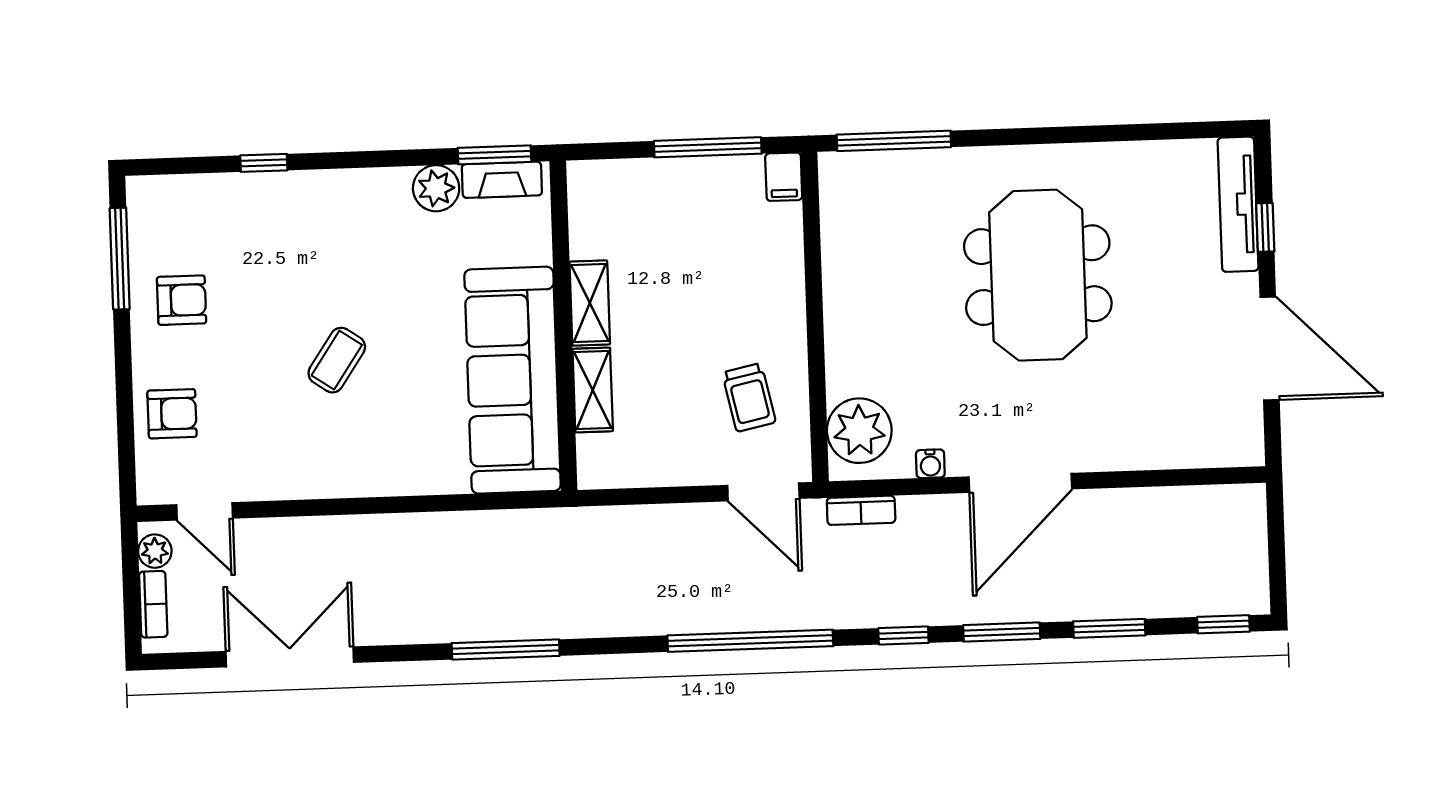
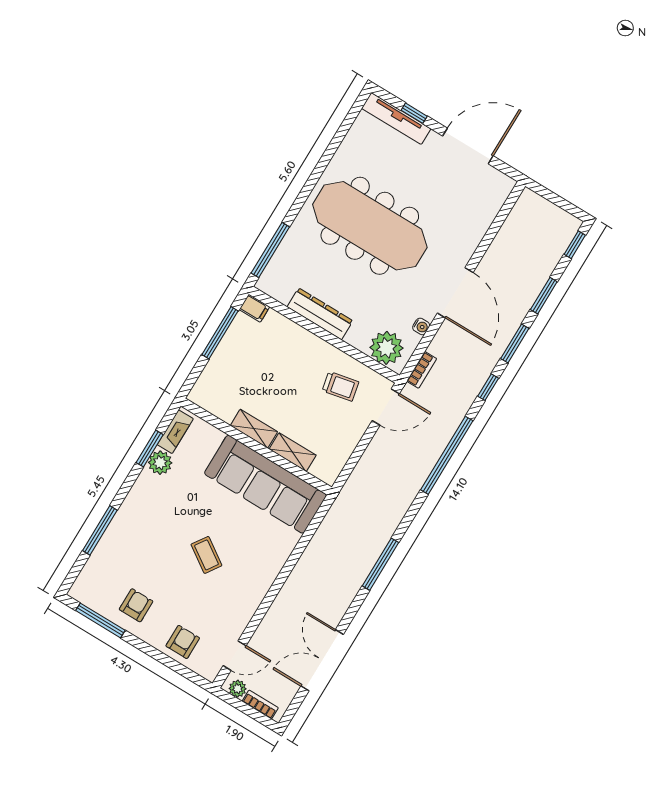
window: (495, 155) -> (150, 449), moved
window: (264, 163) -> (100, 530), width x2.17
meeting table: (1038, 275) -> (370, 226), width x1.36
dresser: (844, 288) -> (320, 314), added

